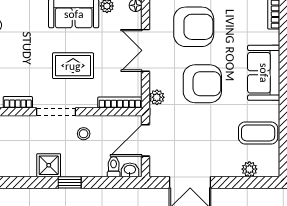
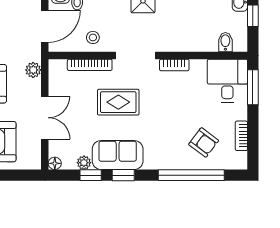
bookcase: (120, 102) -> (90, 65), moved
stool: (84, 134) -> (93, 37), moved

